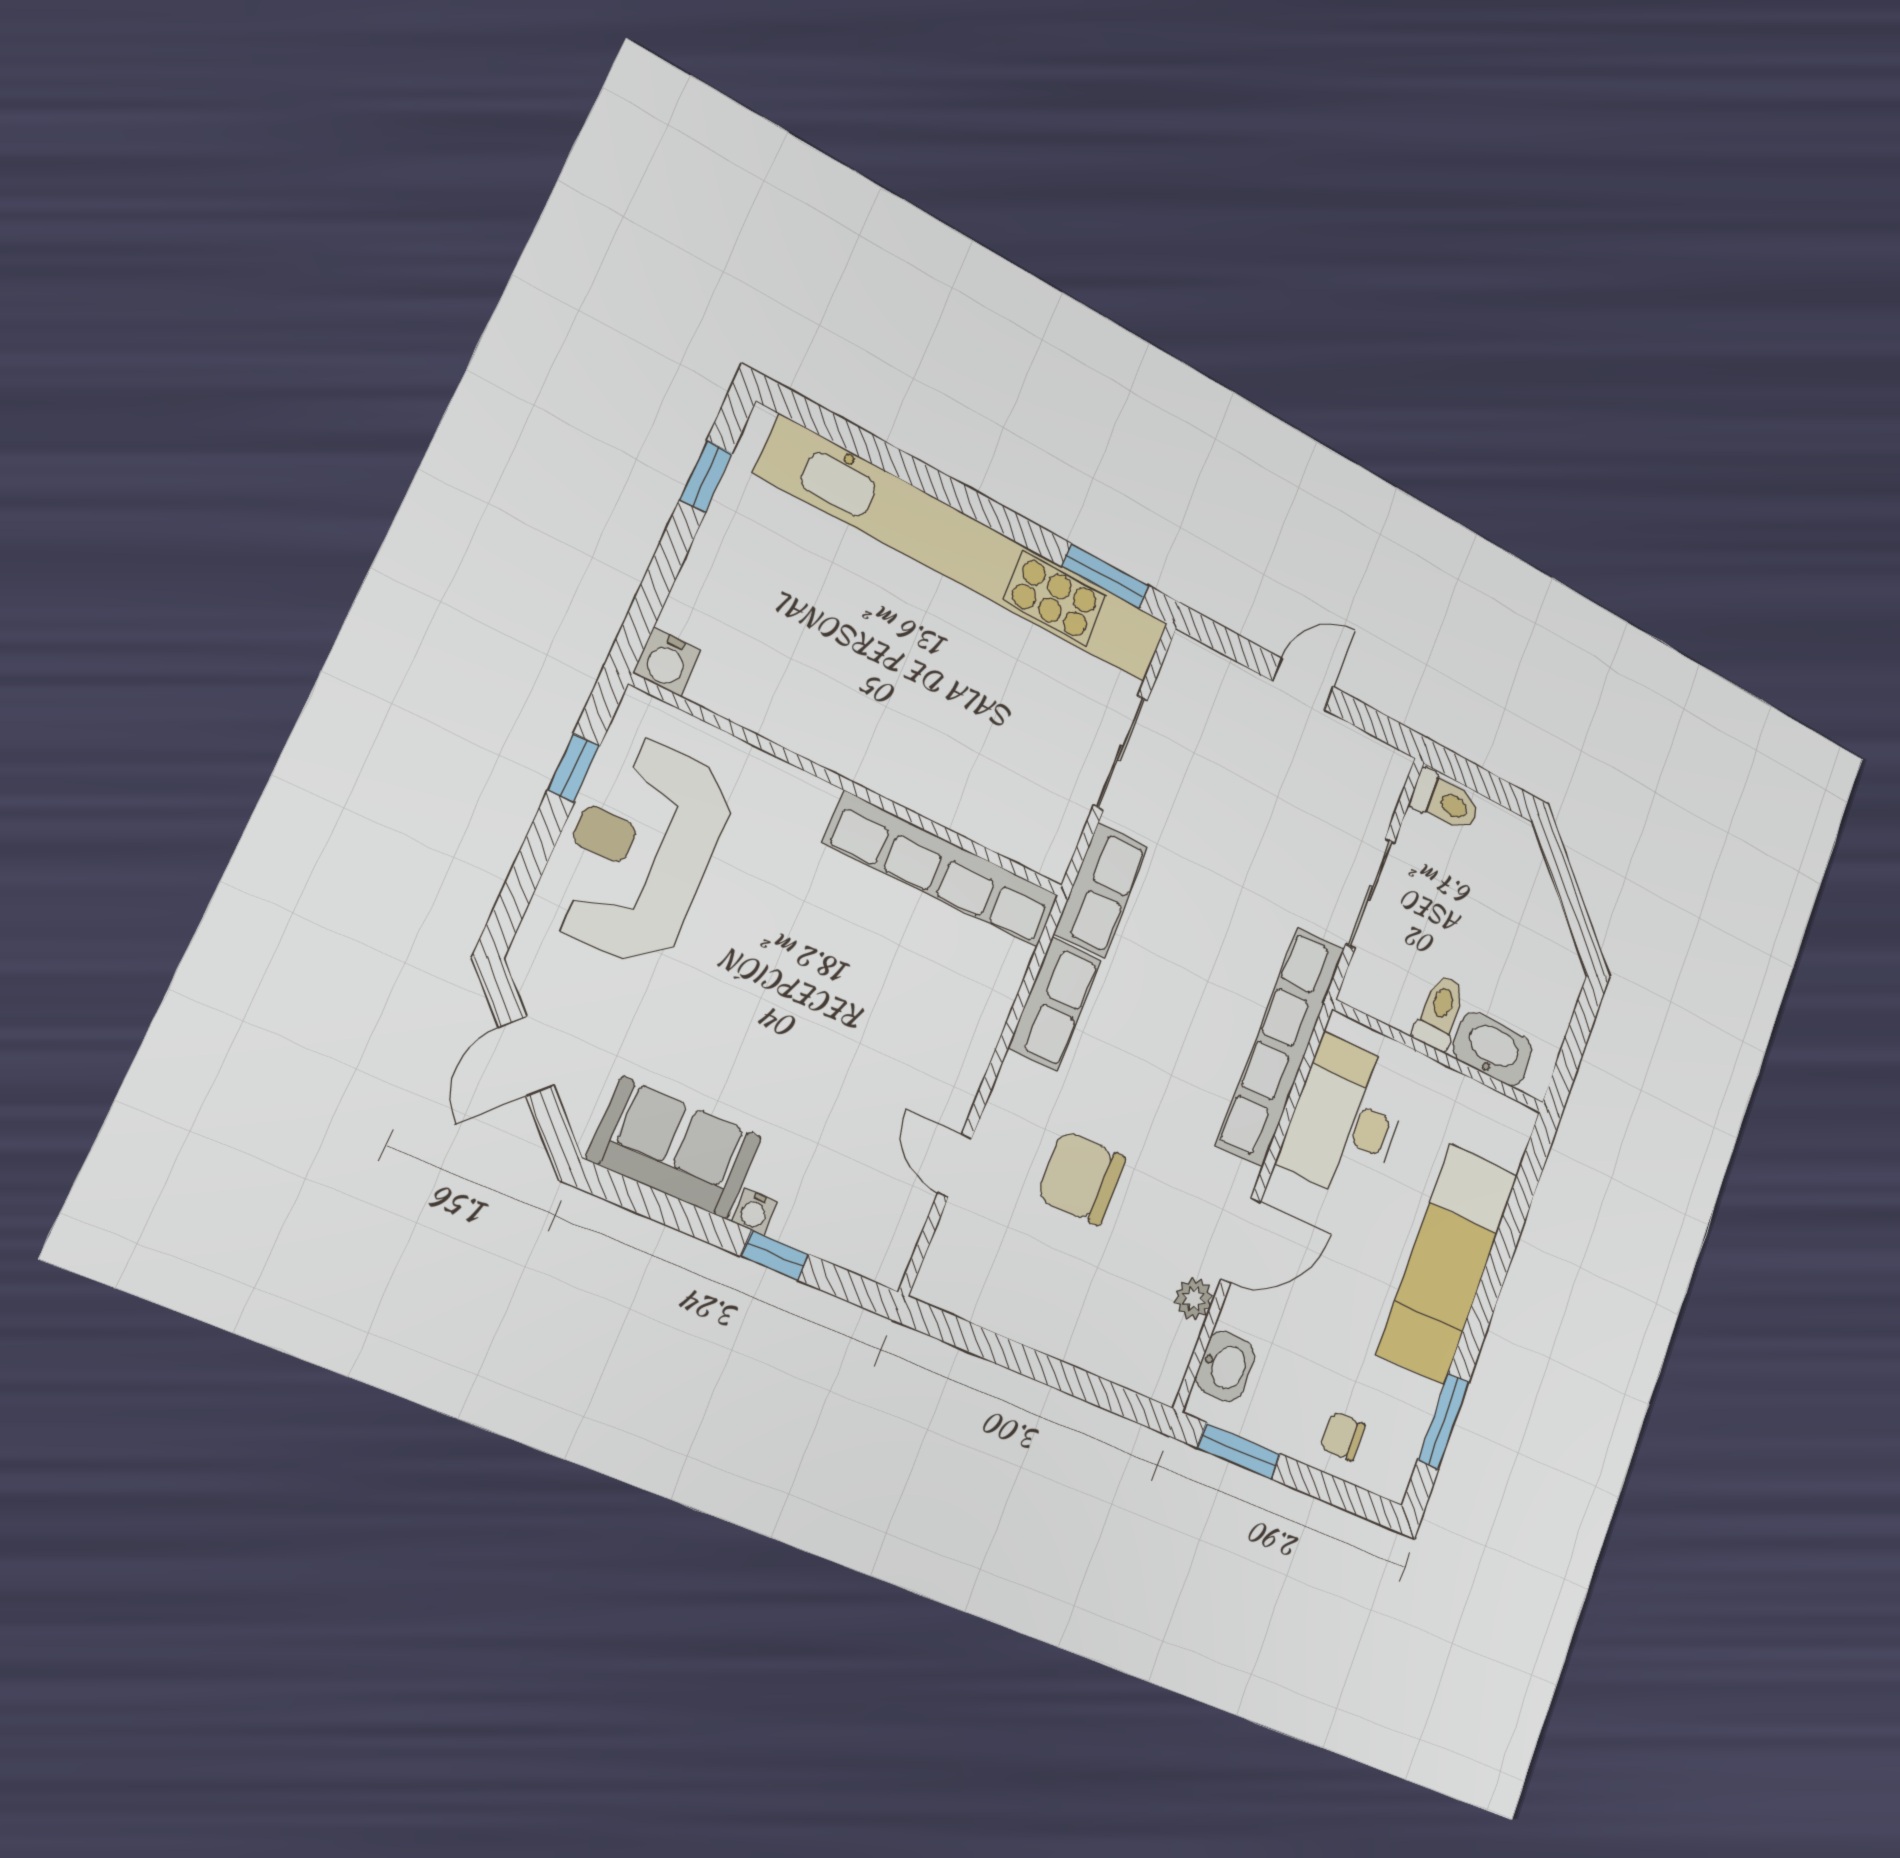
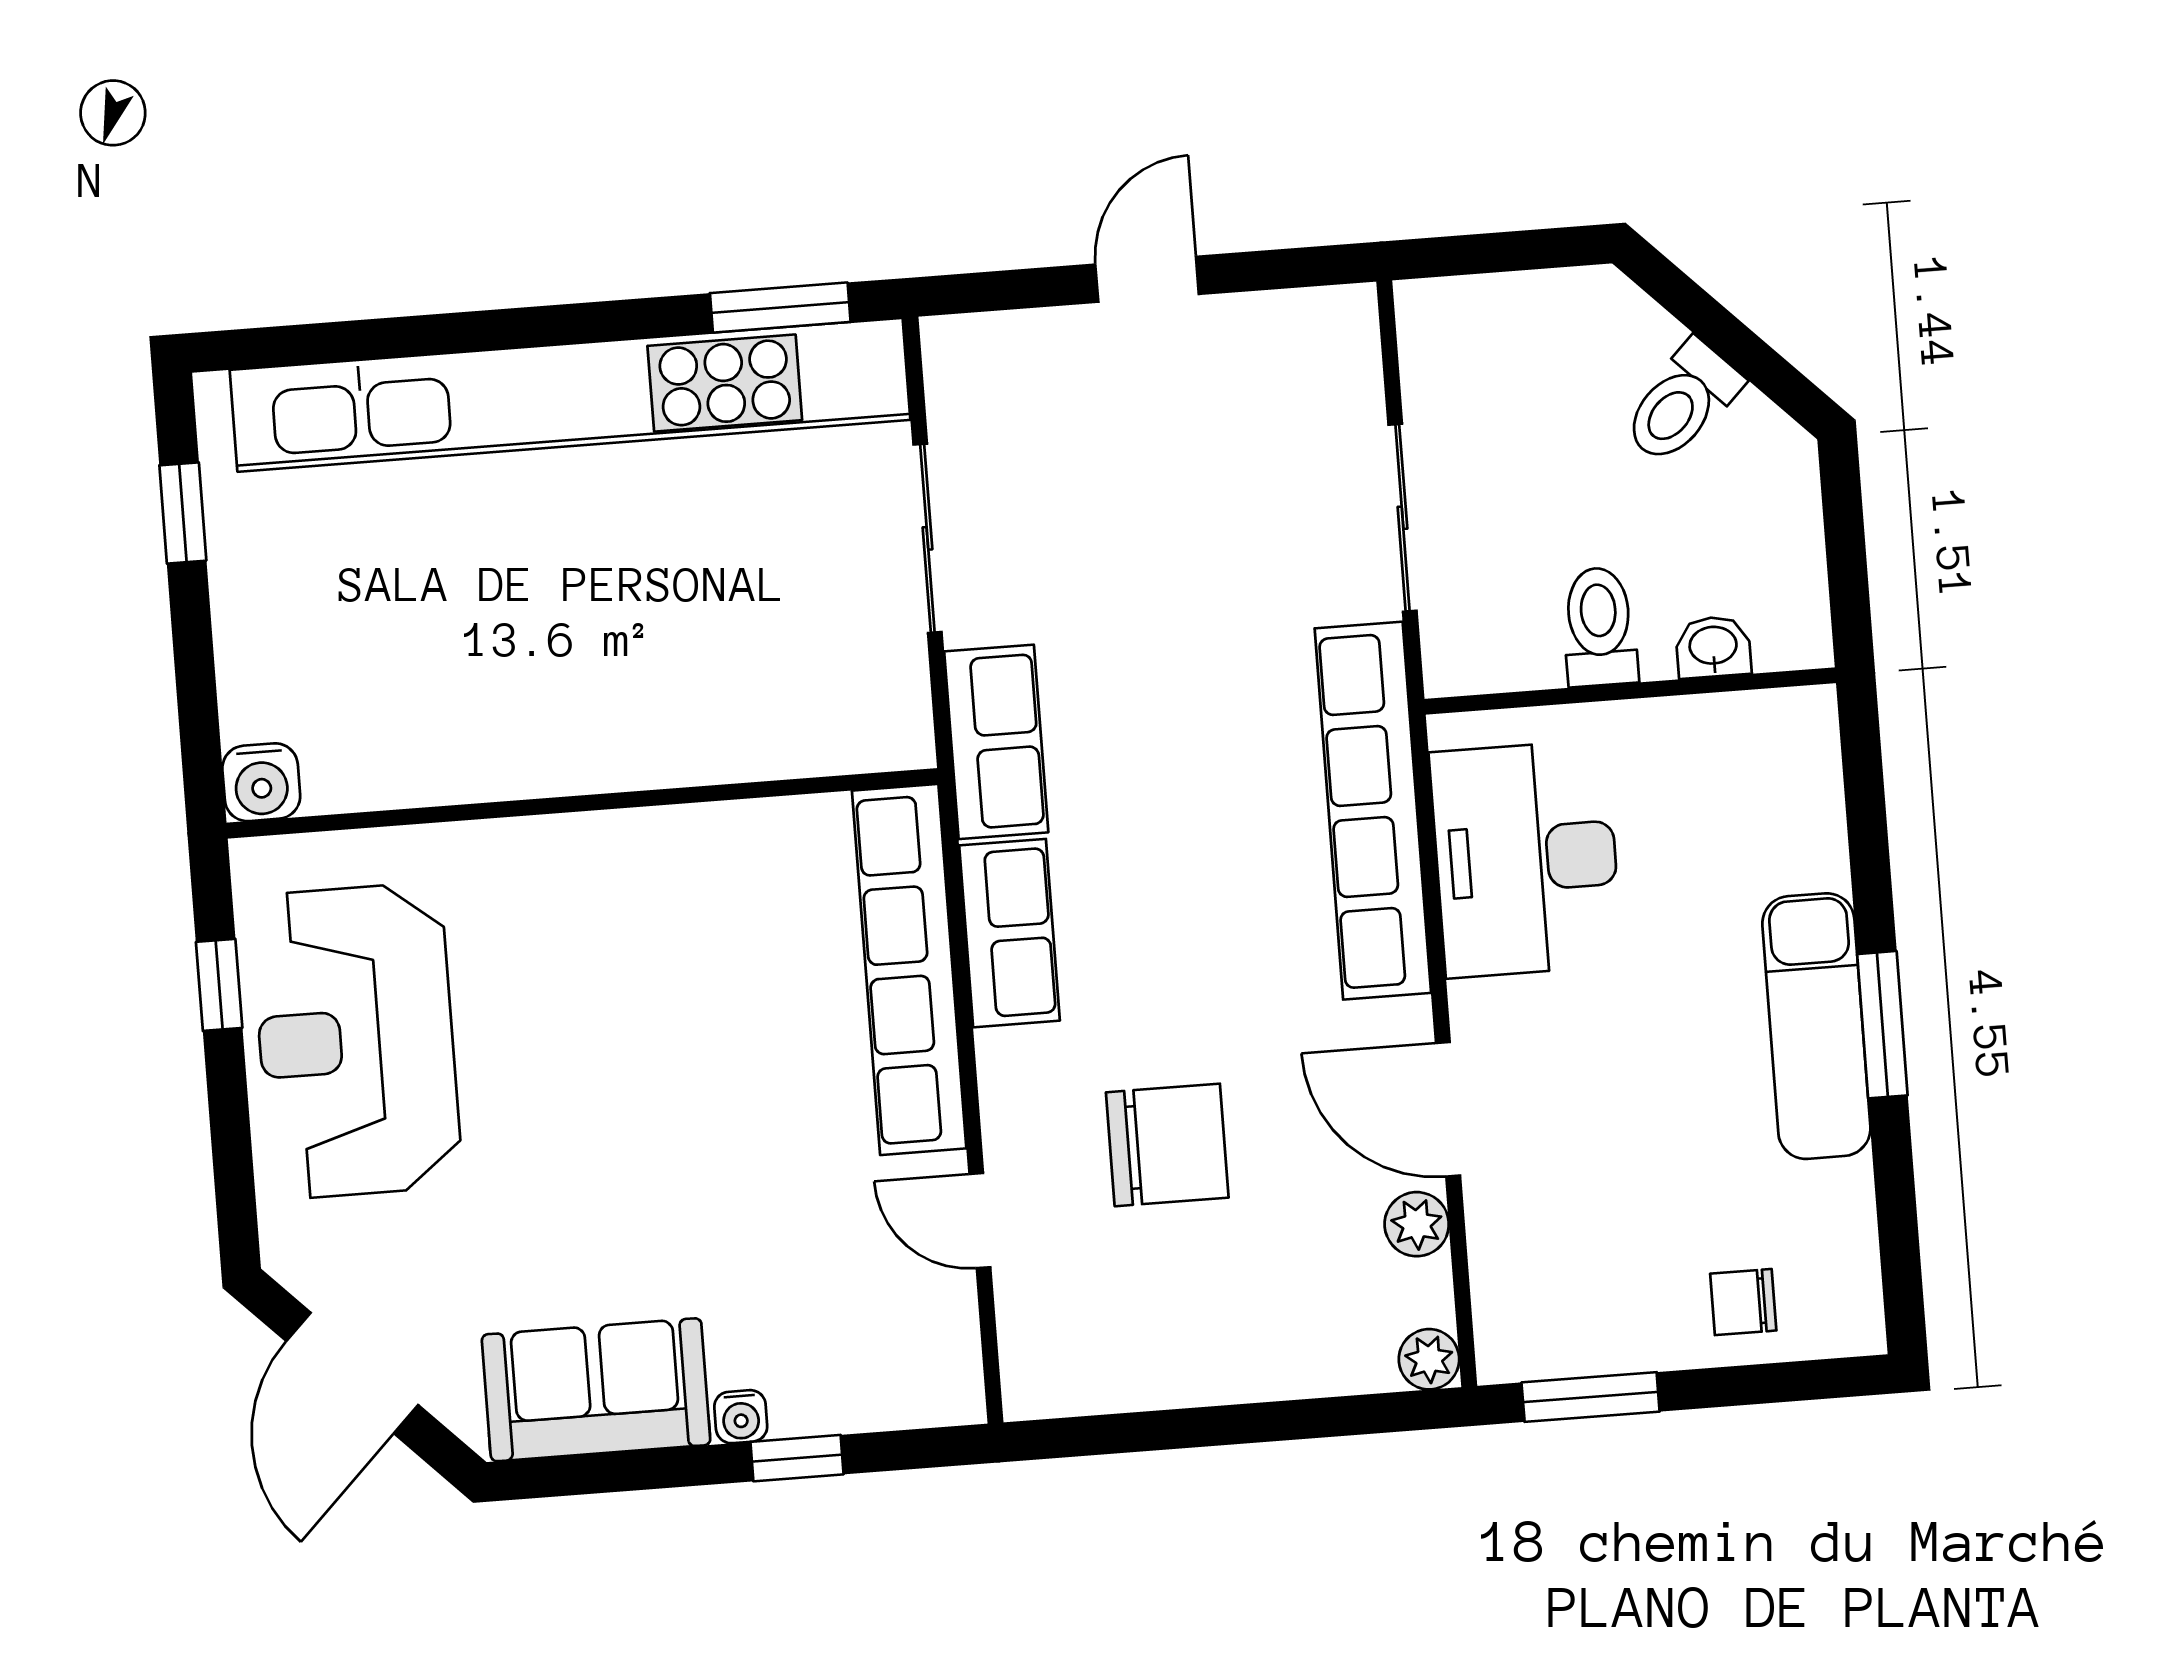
toilet: (1445, 801) -> (1682, 403), moved, turned 135
row of seats: (942, 869) -> (909, 969), moved, turned 90
washbasin: (1492, 1049) -> (1713, 647), width x0.52, depth x0.69
door: (526, 1056) -> (352, 1373), width x1.38
chair: (1081, 1178) -> (1167, 1145), turned 180
door: (1241, 1240) -> (1448, 1109), swing flipped
exam couch: (1447, 1264) -> (1816, 1026), width x0.73, depth x0.69
washbasin: (1225, 1366) -> (1511, 1292), removed
plant: (1163, 1383) -> (1429, 1359), added
window: (1443, 1421) -> (1882, 1025), moved

